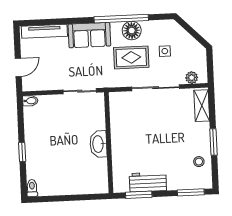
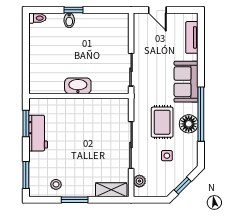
tv unit: (44, 31) -> (192, 37), width x0.71
window: (194, 34) -> (183, 186), added
bidet: (30, 101) -> (69, 20), moved

